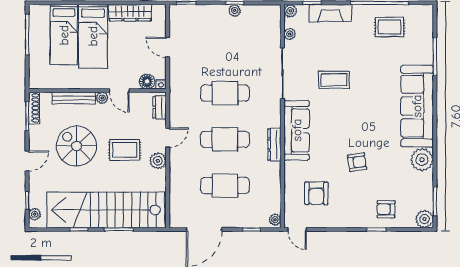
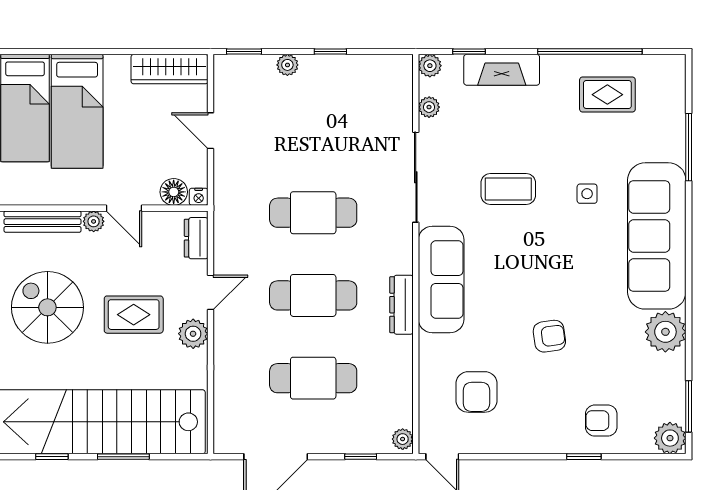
plant: (235, 10) -> (287, 65), moved
wardrobe: (130, 13) -> (169, 69), moved
side table: (378, 82) -> (587, 194), added

